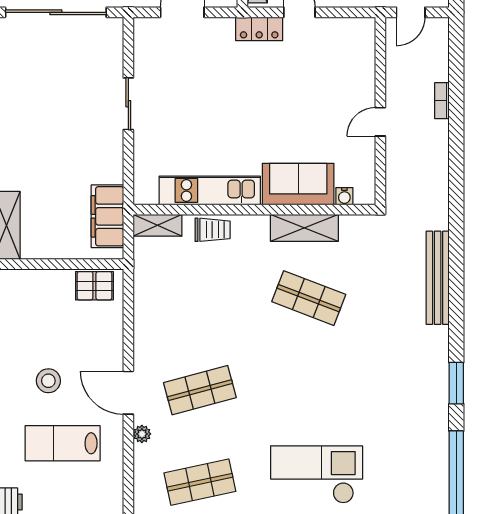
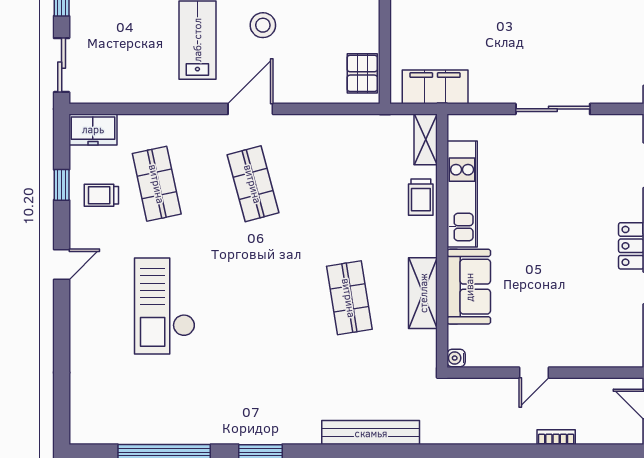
sliding door: (128, 104) -> (553, 109), width x1.37
door: (380, 122) -> (534, 373), swing flipped
water cooler: (344, 196) -> (456, 358), moved
shop shelf: (309, 298) -> (349, 298), turned -30
plant: (142, 434) -> (207, 123), removed
checkout: (317, 475) -> (165, 306), turned 180

